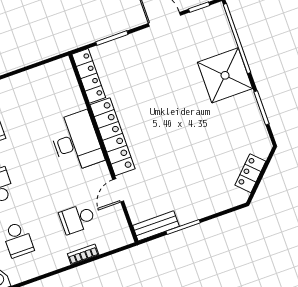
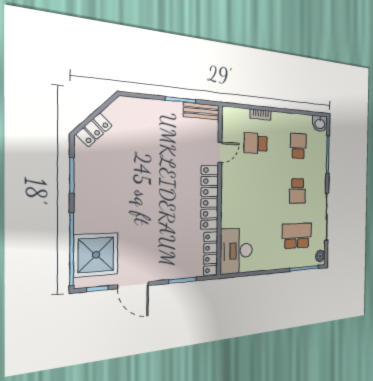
shower: (225, 75) -> (96, 255), moved
desk: (76, 142) -> (236, 251), moved
locker: (250, 173) -> (94, 130), moved
school desk: (77, 219) -> (256, 143), turned 180

